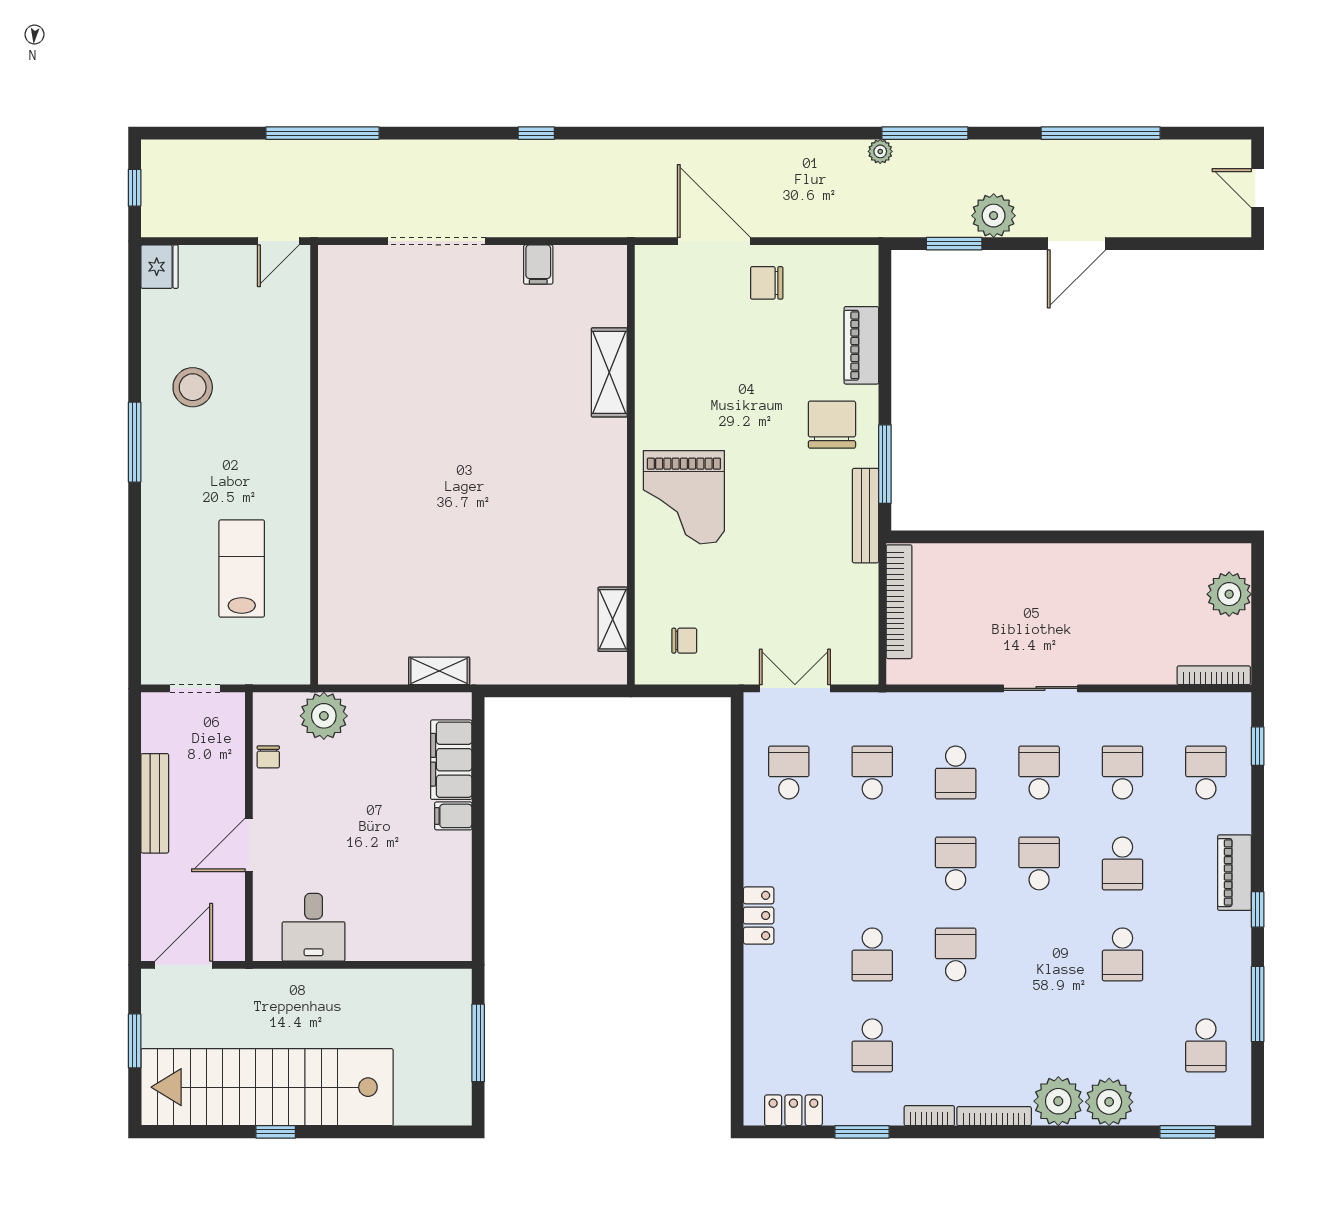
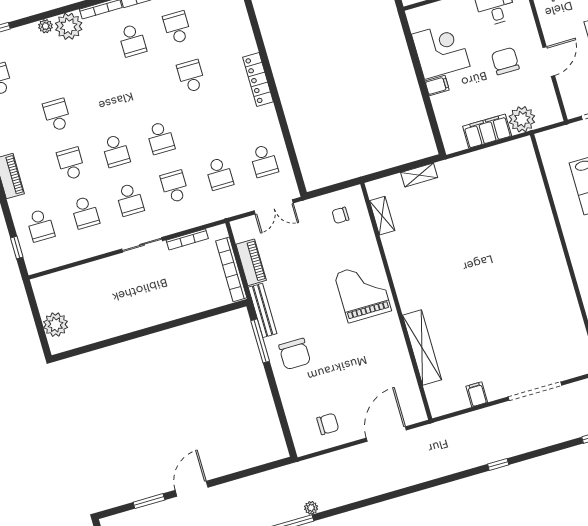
plant: (994, 216) -> (240, 491), removed
door: (714, 241) -> (386, 434), swing flipped
window: (954, 244) -> (149, 501), moved
chair: (767, 283) -> (328, 424), moved
piano: (861, 345) -> (251, 262), moved
shelving: (609, 372) -> (422, 347), width x1.47
shelving: (439, 671) -> (419, 175), moved
bookcase: (1214, 675) -> (187, 239), moved
chair: (268, 757) -> (505, 61), moved, width x1.87, depth x1.87
filing cabinet: (451, 760) -> (487, 131), moved, turned -90
door: (249, 845) -> (549, 61), moved
corner desk: (429, 875) -> (441, 50), added
locker: (759, 915) -> (258, 79), width x1.53
school desk: (956, 954) -> (132, 40), moved
plant: (1109, 1102) -> (46, 26), width x0.53, depth x0.53

